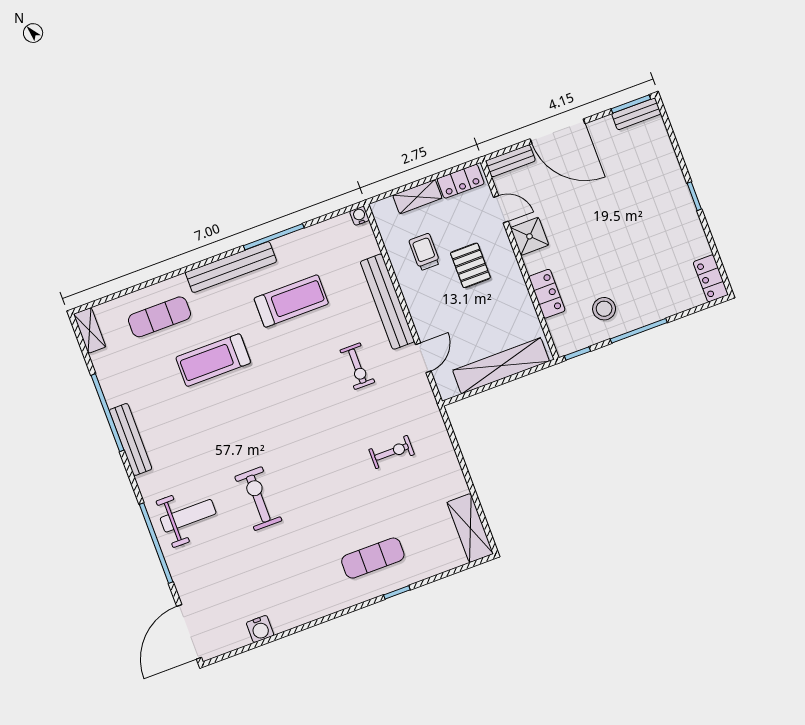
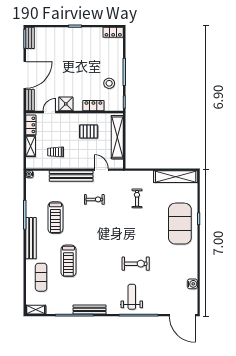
pallet: (470, 265) -> (89, 131), moved
treadmill: (291, 301) -> (55, 218), turned 180
exercise bike: (258, 499) -> (136, 264), turned 180
shelving: (470, 528) -> (176, 177), width x1.47
exercise mat: (373, 558) -> (180, 224), width x2.00, depth x1.45

